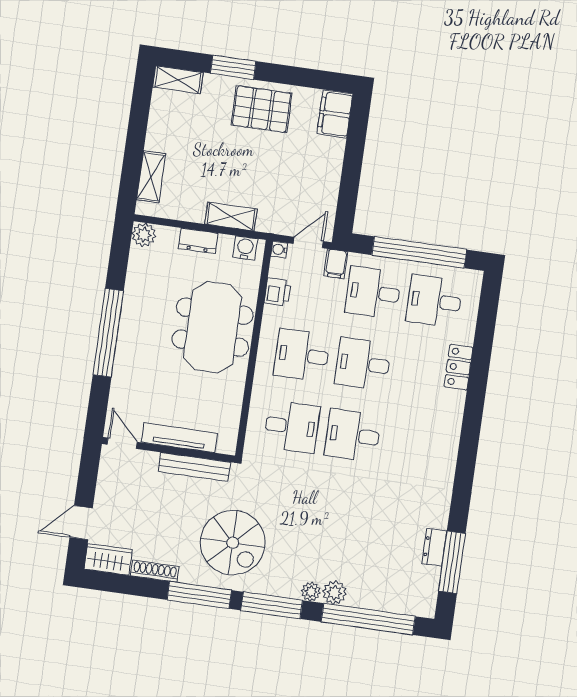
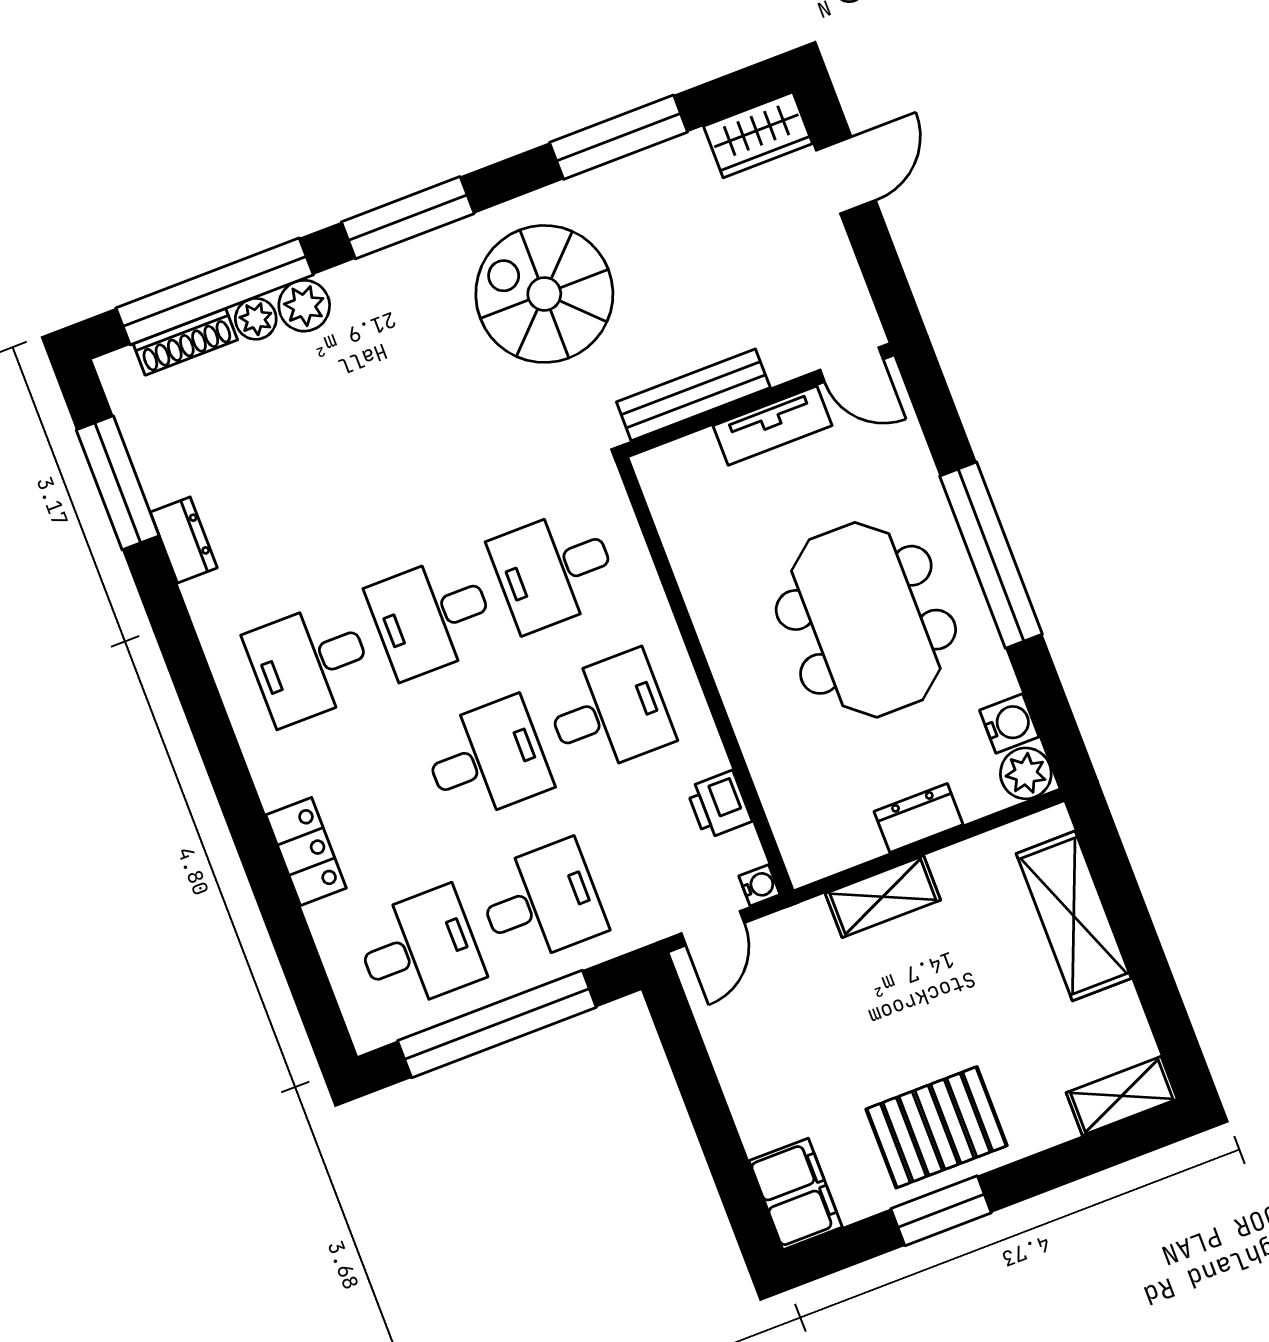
window: (233, 67) -> (941, 1211), moved
shelving: (151, 177) -> (1074, 916), width x1.50, depth x1.33
water cooler: (245, 248) -> (1009, 723), moved, turned -90
filing cabinet: (336, 264) -> (640, 917), removed
meeting table: (213, 327) -> (866, 620), moved
desk: (353, 435) -> (432, 616), turned 180
tv unit: (179, 438) -> (773, 426), width x0.71
desk: (414, 444) -> (310, 663), added
dresser: (434, 547) -> (184, 540), moved
shoe rack: (155, 571) -> (185, 342), moved
plant: (311, 592) -> (256, 319), moved
window: (199, 595) -> (619, 137), moved

